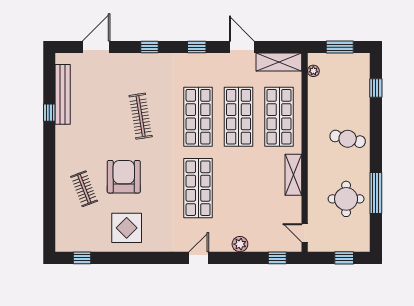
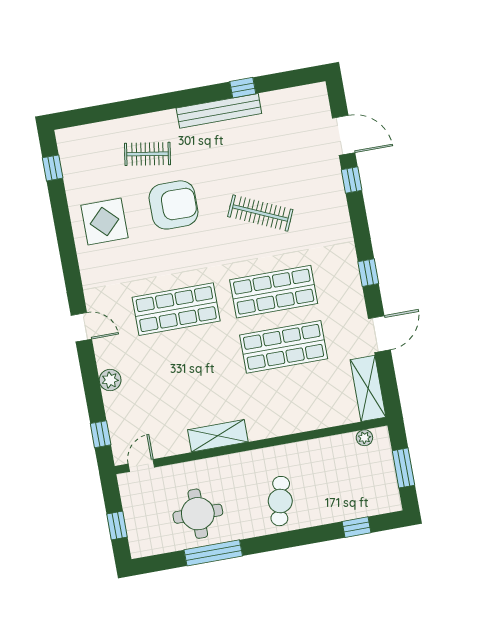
window: (149, 47) -> (352, 180), moved
bench: (63, 94) -> (219, 111), moved
clothes rail: (141, 116) -> (260, 213), turned 33
shop shelf: (279, 117) -> (294, 402), removed
clothes rail: (84, 189) -> (147, 154), turned 30

